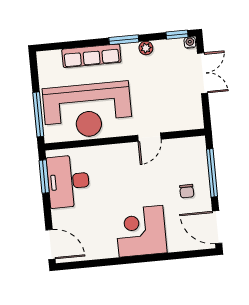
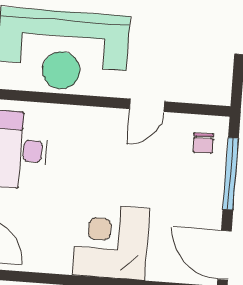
chair: (187, 191) -> (203, 143), moved

